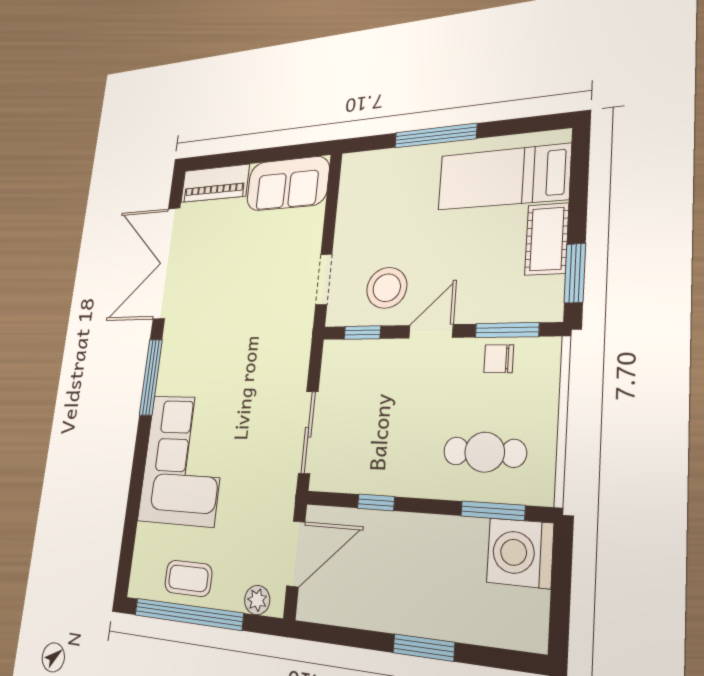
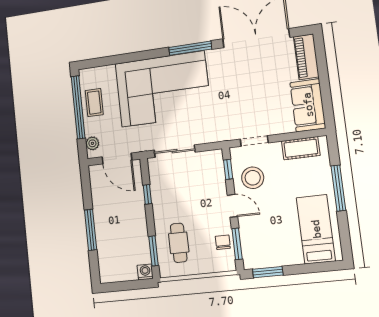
cot: (547, 239) -> (301, 148), moved
corner sofa: (183, 460) -> (163, 89), width x1.36, depth x1.36
washing machine: (520, 553) -> (145, 272), width x0.53, depth x0.53
window: (424, 648) -> (91, 230), width x1.44

